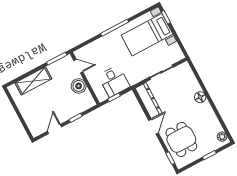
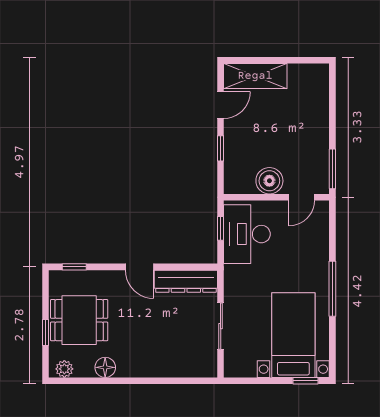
shelving: (33, 81) -> (255, 76), moved, turned 90
desk: (114, 81) -> (247, 234), width x1.37
floor lamp: (200, 97) -> (105, 367), moved
door: (55, 129) -> (221, 105), hinge flipped
dining table: (181, 139) -> (79, 320), moved

